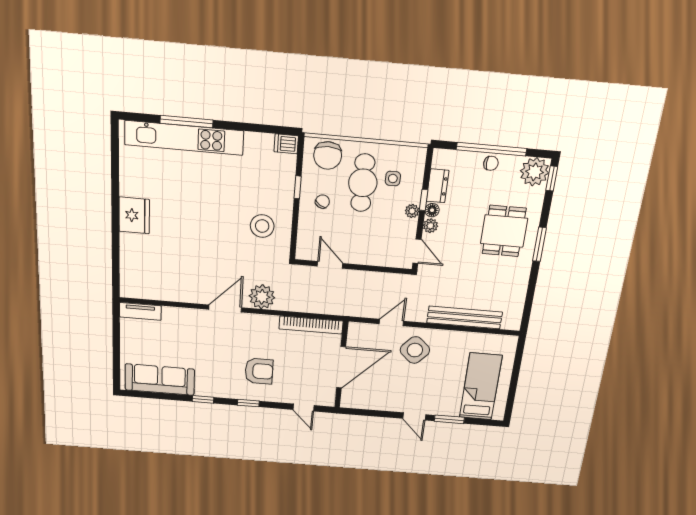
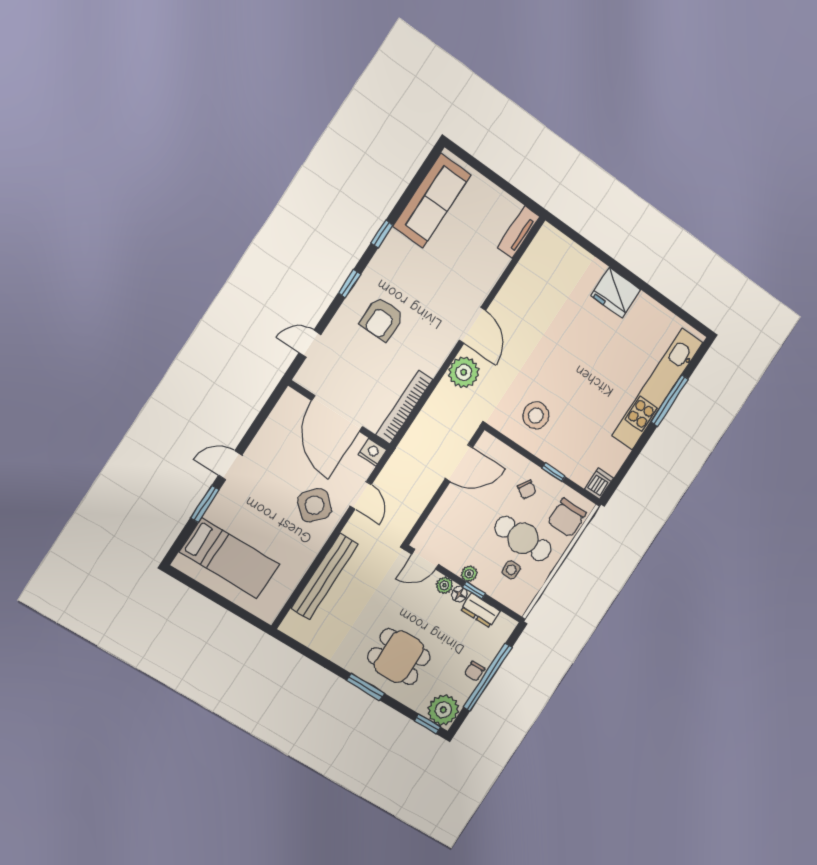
chair: (328, 156) -> (567, 518), turned -90
door: (330, 265) -> (459, 463), width x1.38
nightstand: (356, 330) -> (372, 452), added

